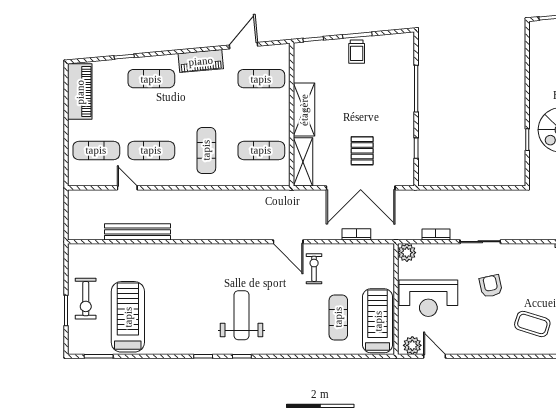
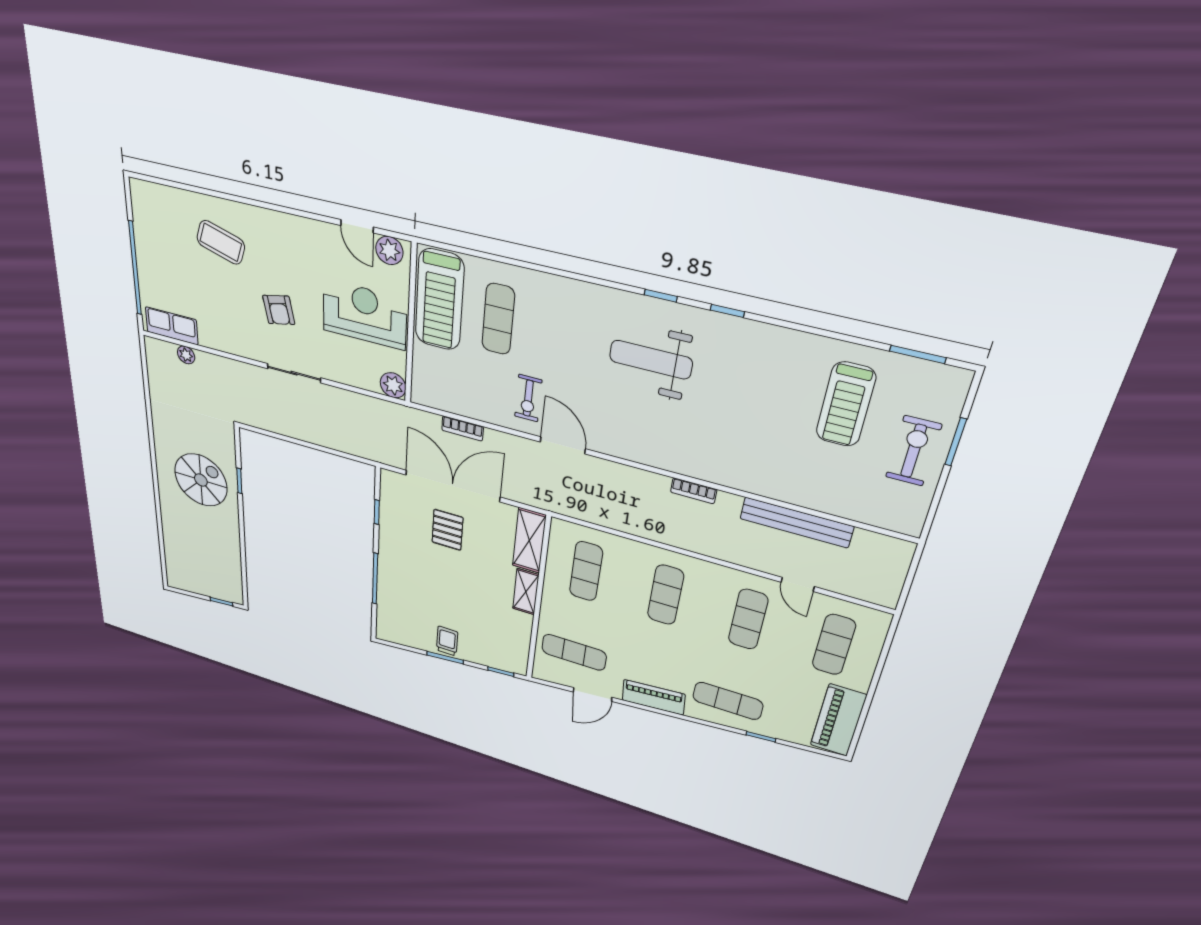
shelving: (304, 110) -> (526, 592), width x0.67, depth x0.75
exercise mat: (96, 150) -> (834, 645), turned 90
exercise mat: (151, 150) -> (748, 619), turned 90
exercise mat: (261, 150) -> (586, 571), turned 90
bookcase: (436, 234) -> (694, 491), moved
weight bench: (241, 315) -> (651, 360), turned 90
treadmill: (128, 317) -> (846, 404), width x0.73, depth x0.73

